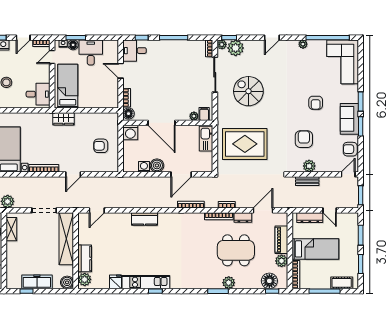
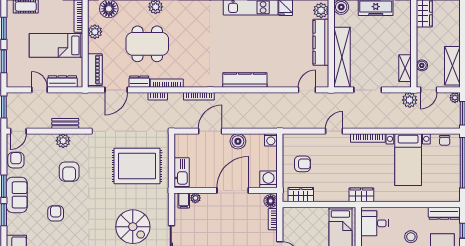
wardrobe: (64, 119) -> (361, 195), moved
wardrobe: (102, 119) -> (301, 195), added
door: (162, 123) -> (233, 190), hinge flipped
armchair: (350, 149) -> (16, 160), turned -90
washing machine: (144, 167) -> (271, 140), moved
kitchen counter: (144, 219) -> (245, 80), width x1.50
piano: (281, 240) -> (95, 70), moved
kitchen counter: (85, 258) -> (321, 42), width x1.50

